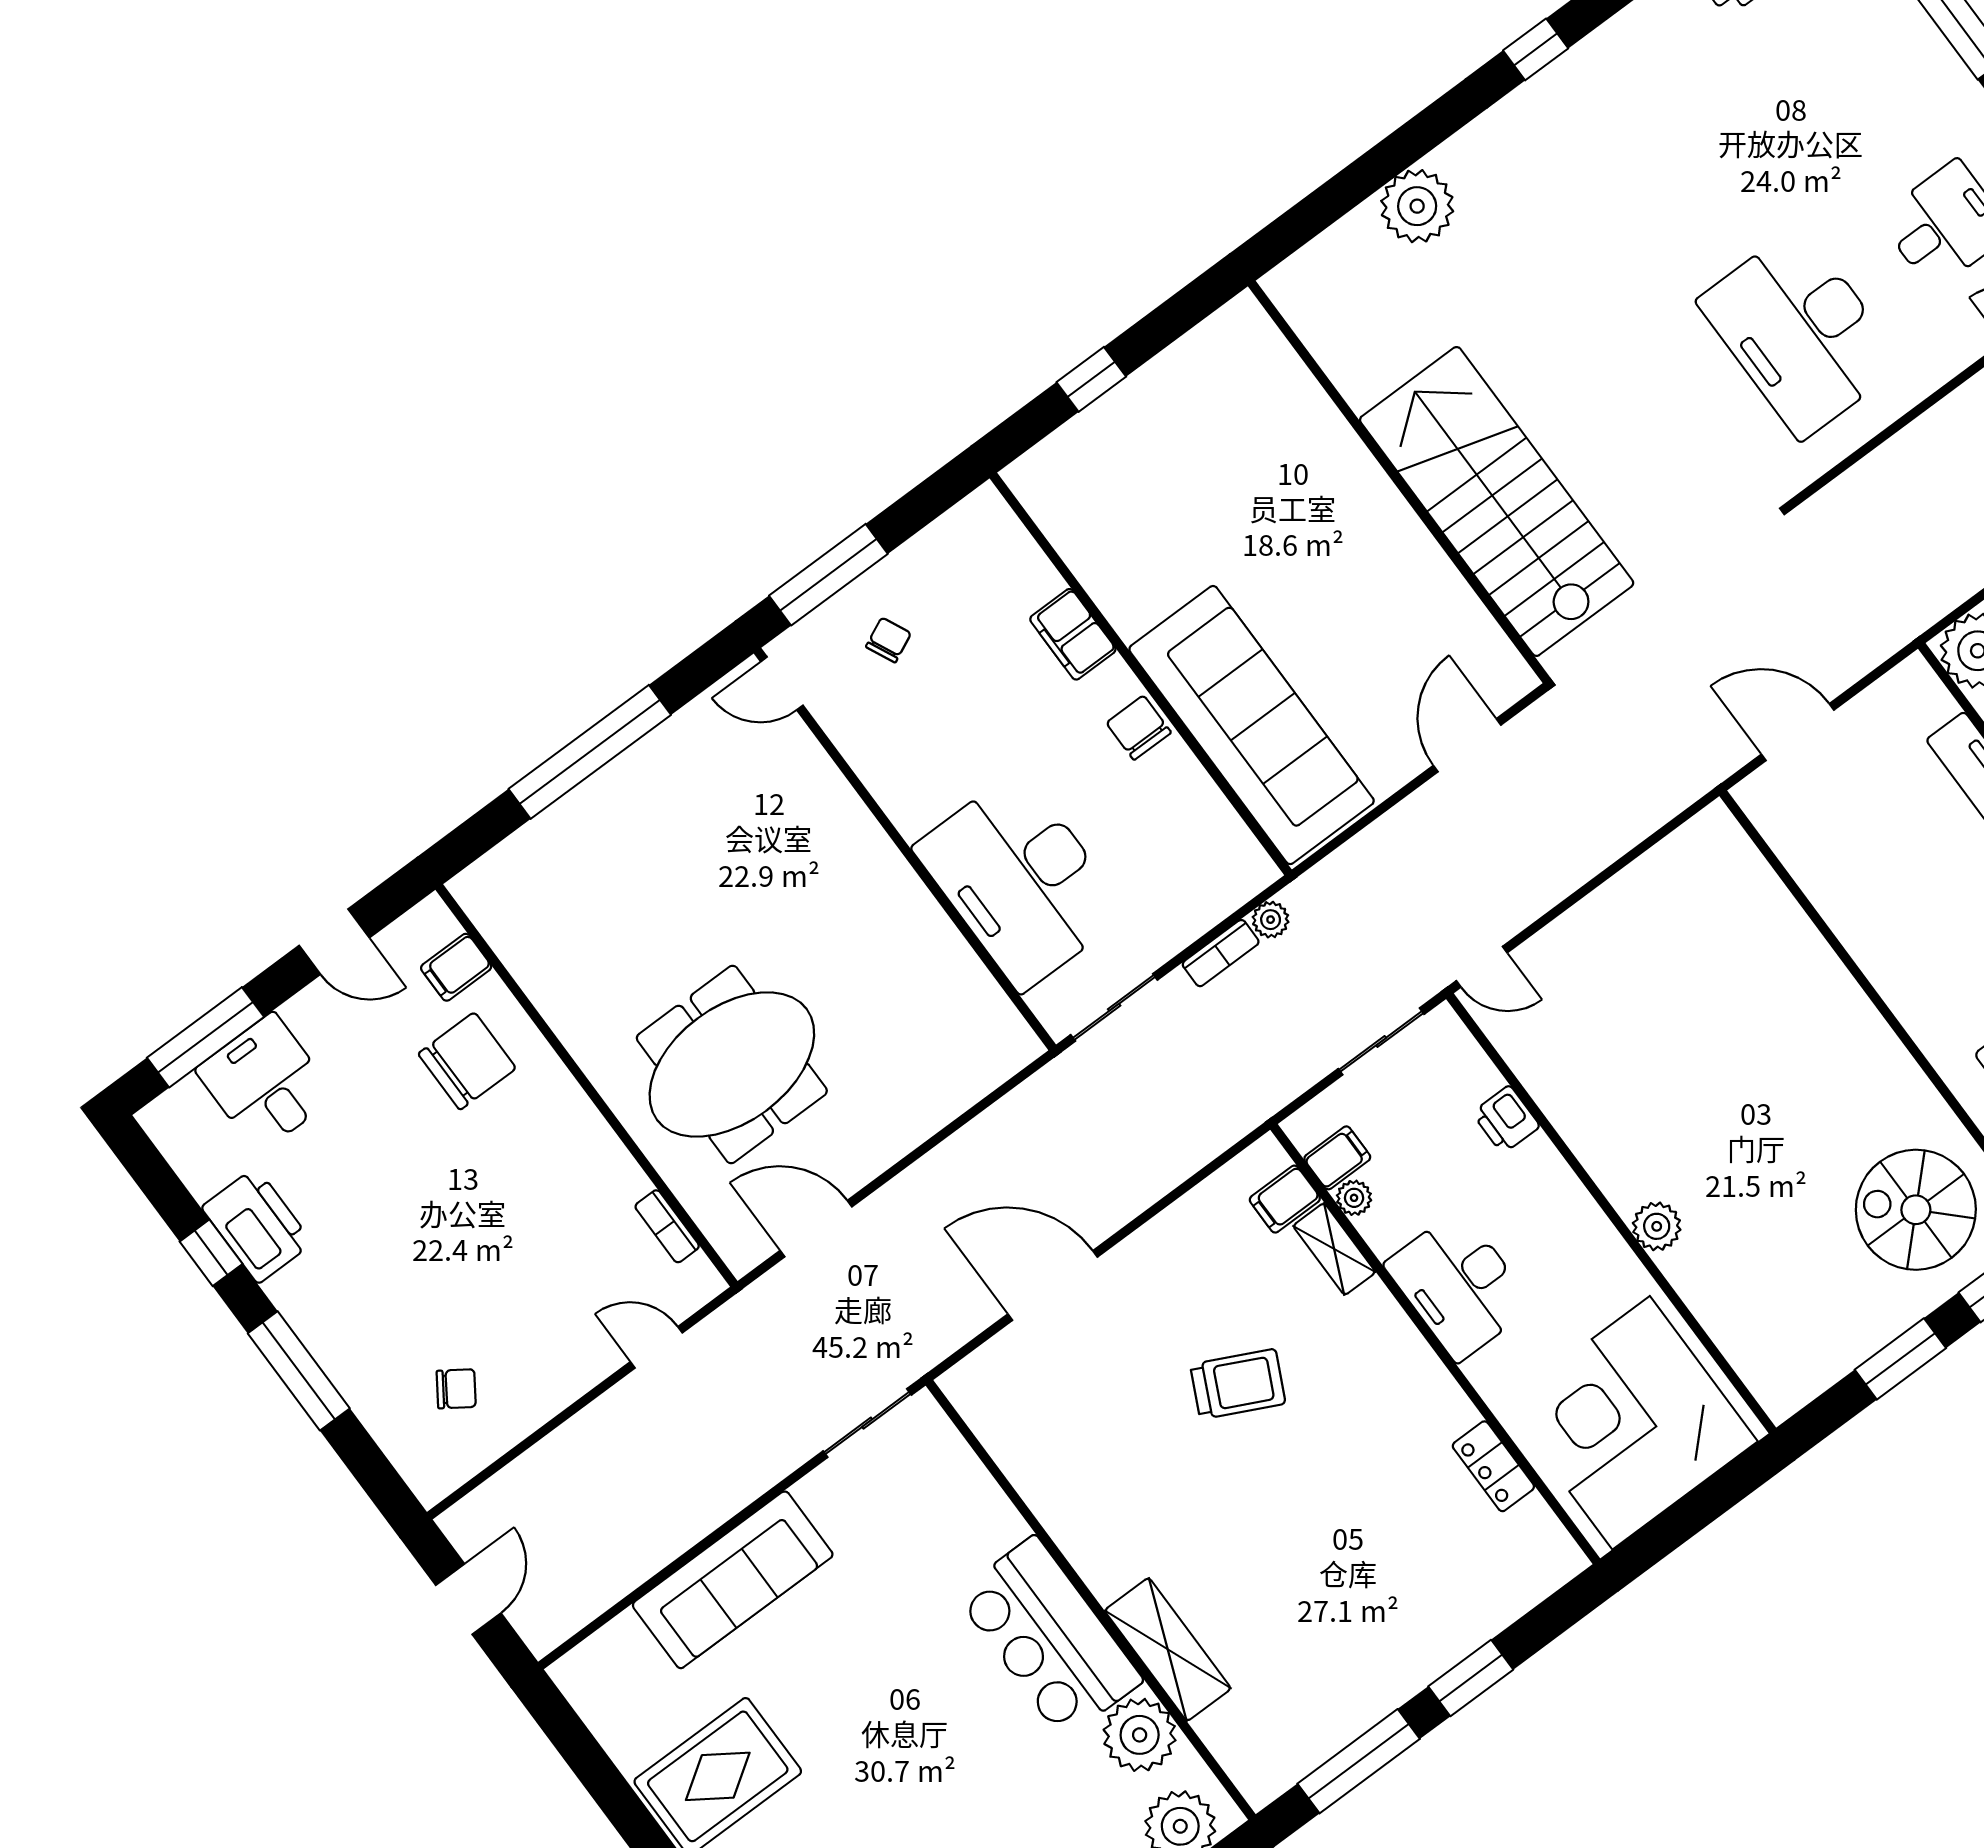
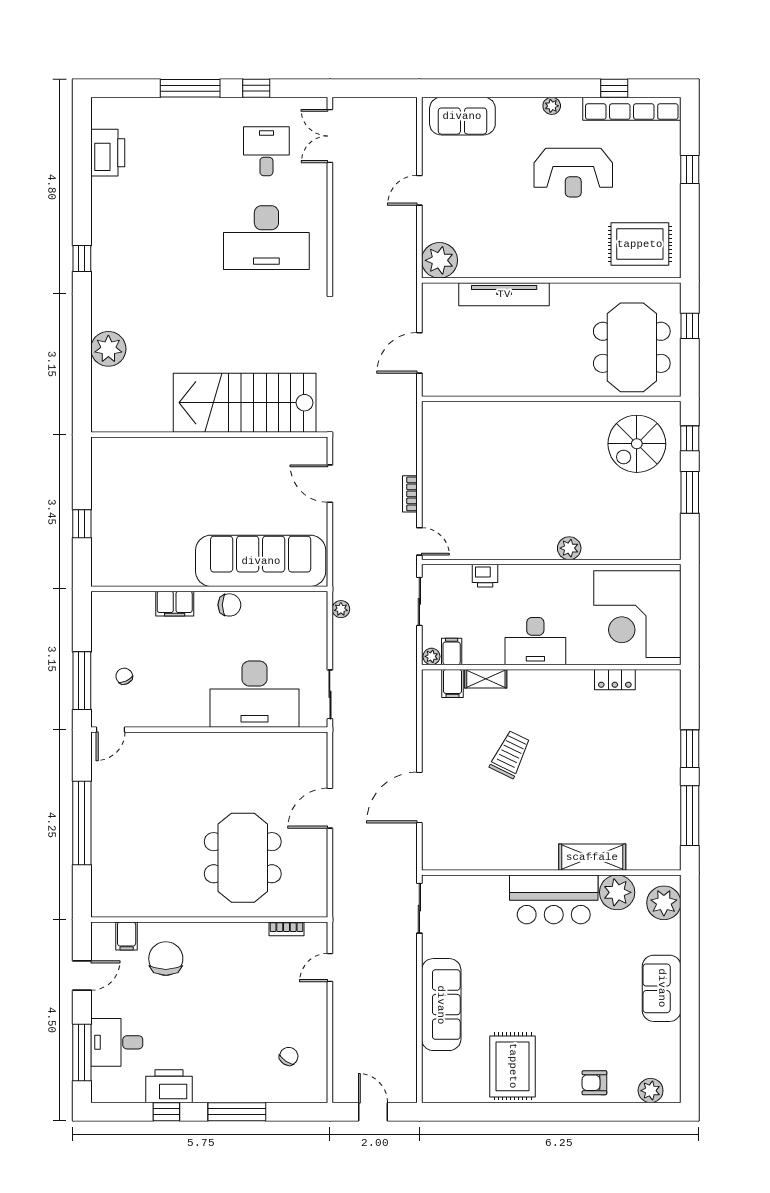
chair: (1139, 728) -> (229, 605), turned 180
bookcase: (1221, 953) -> (410, 494), moved, turned 180
door: (1482, 967) -> (419, 541), hinge flipped
plant: (1354, 1198) -> (431, 656), moved
door: (816, 1229) -> (330, 808), moved

